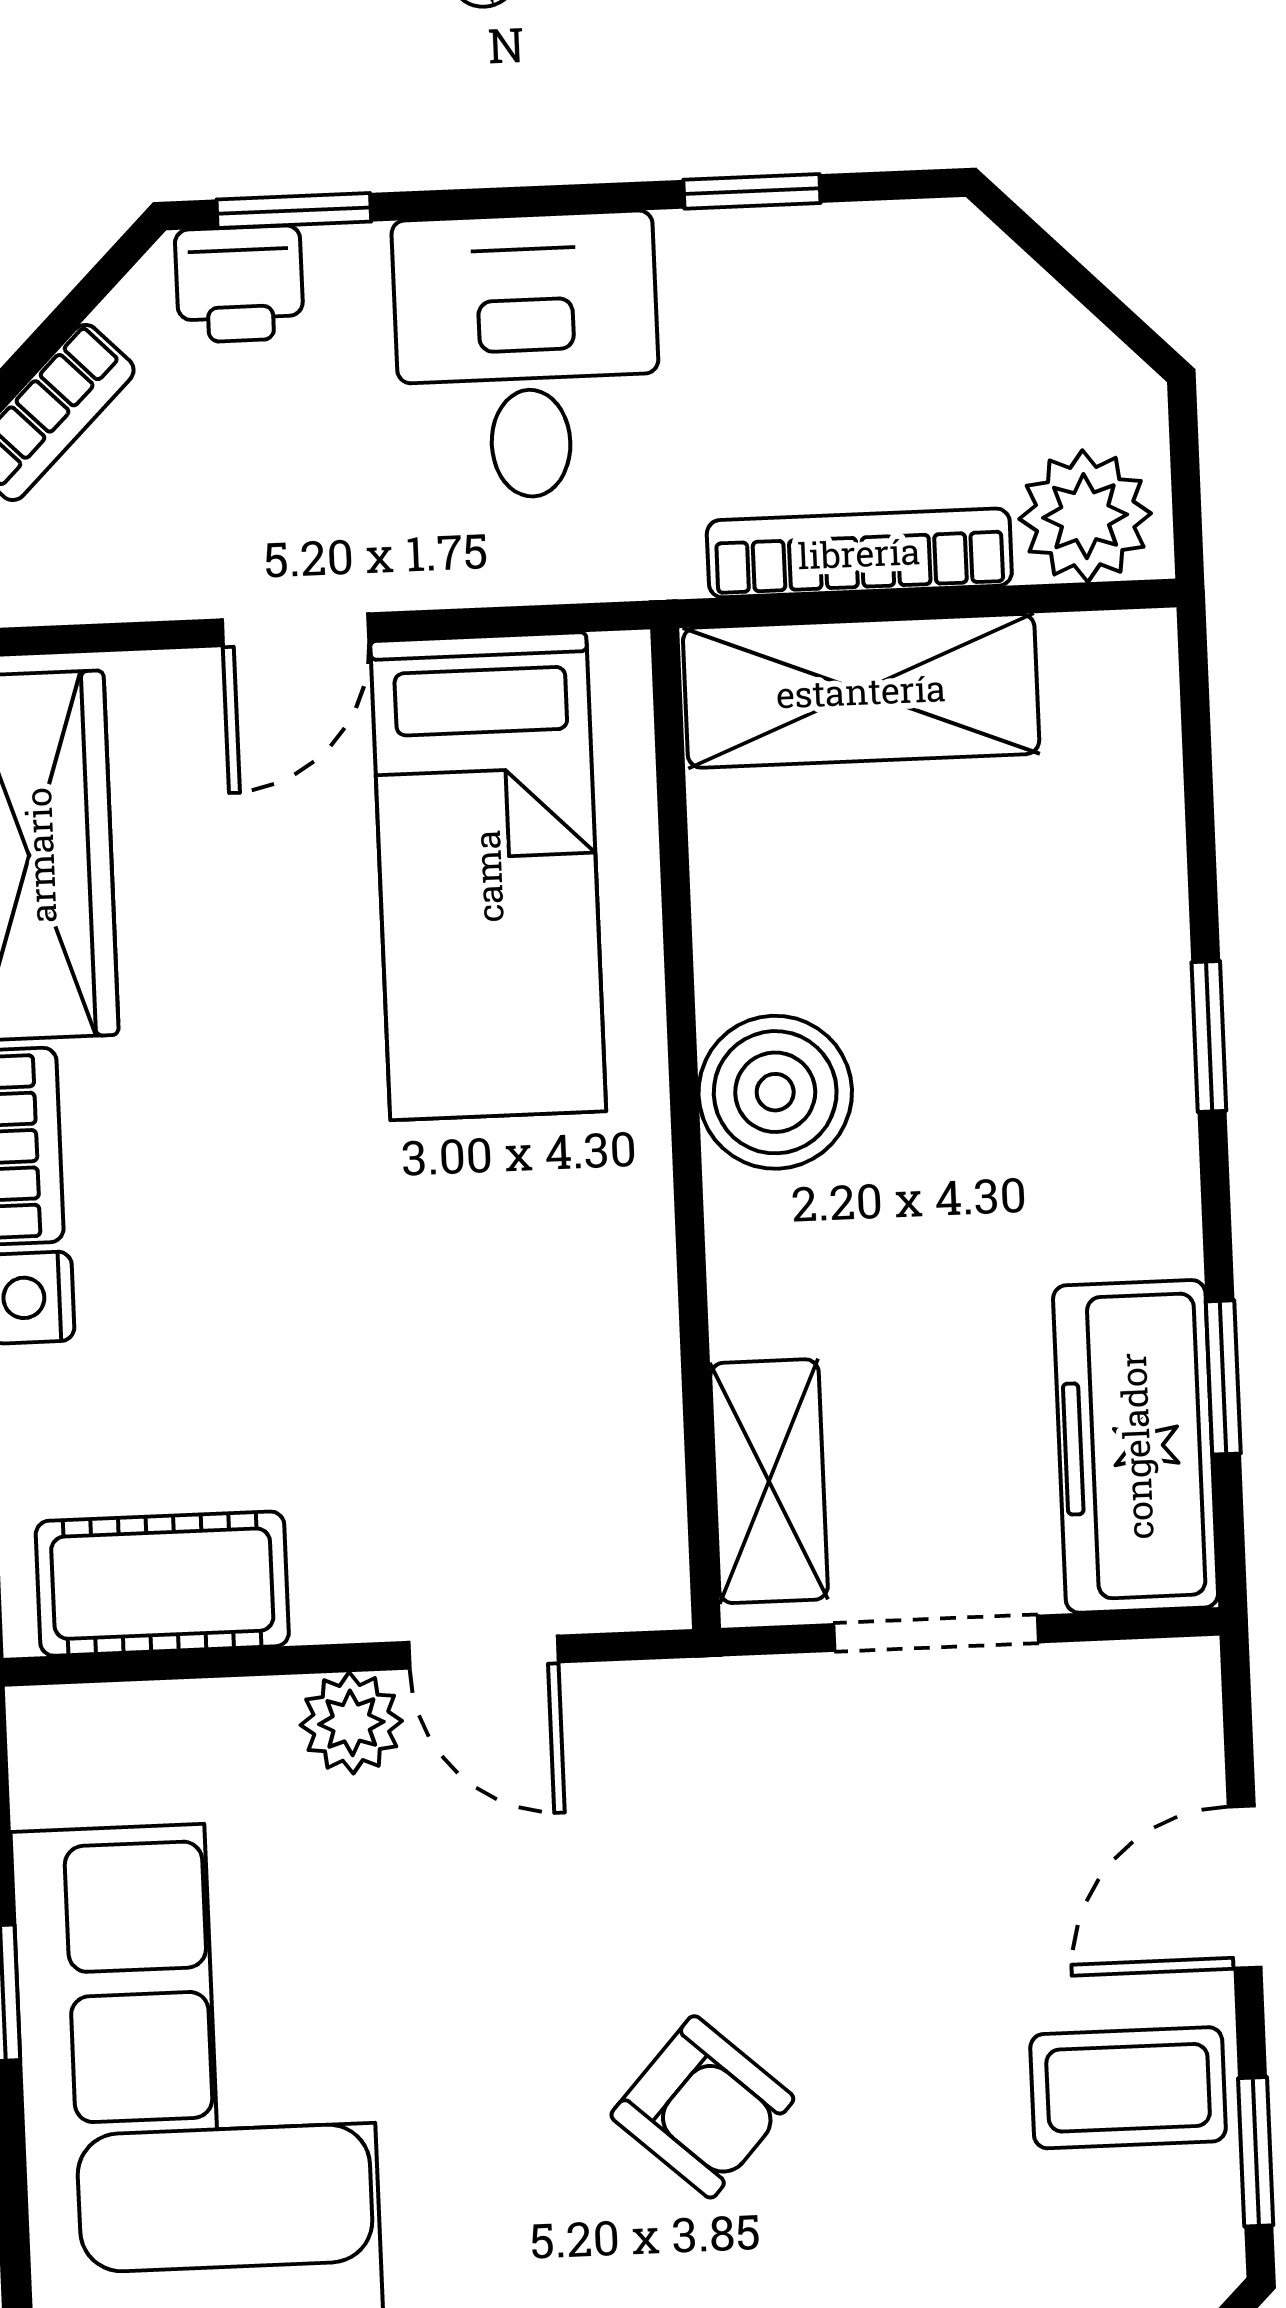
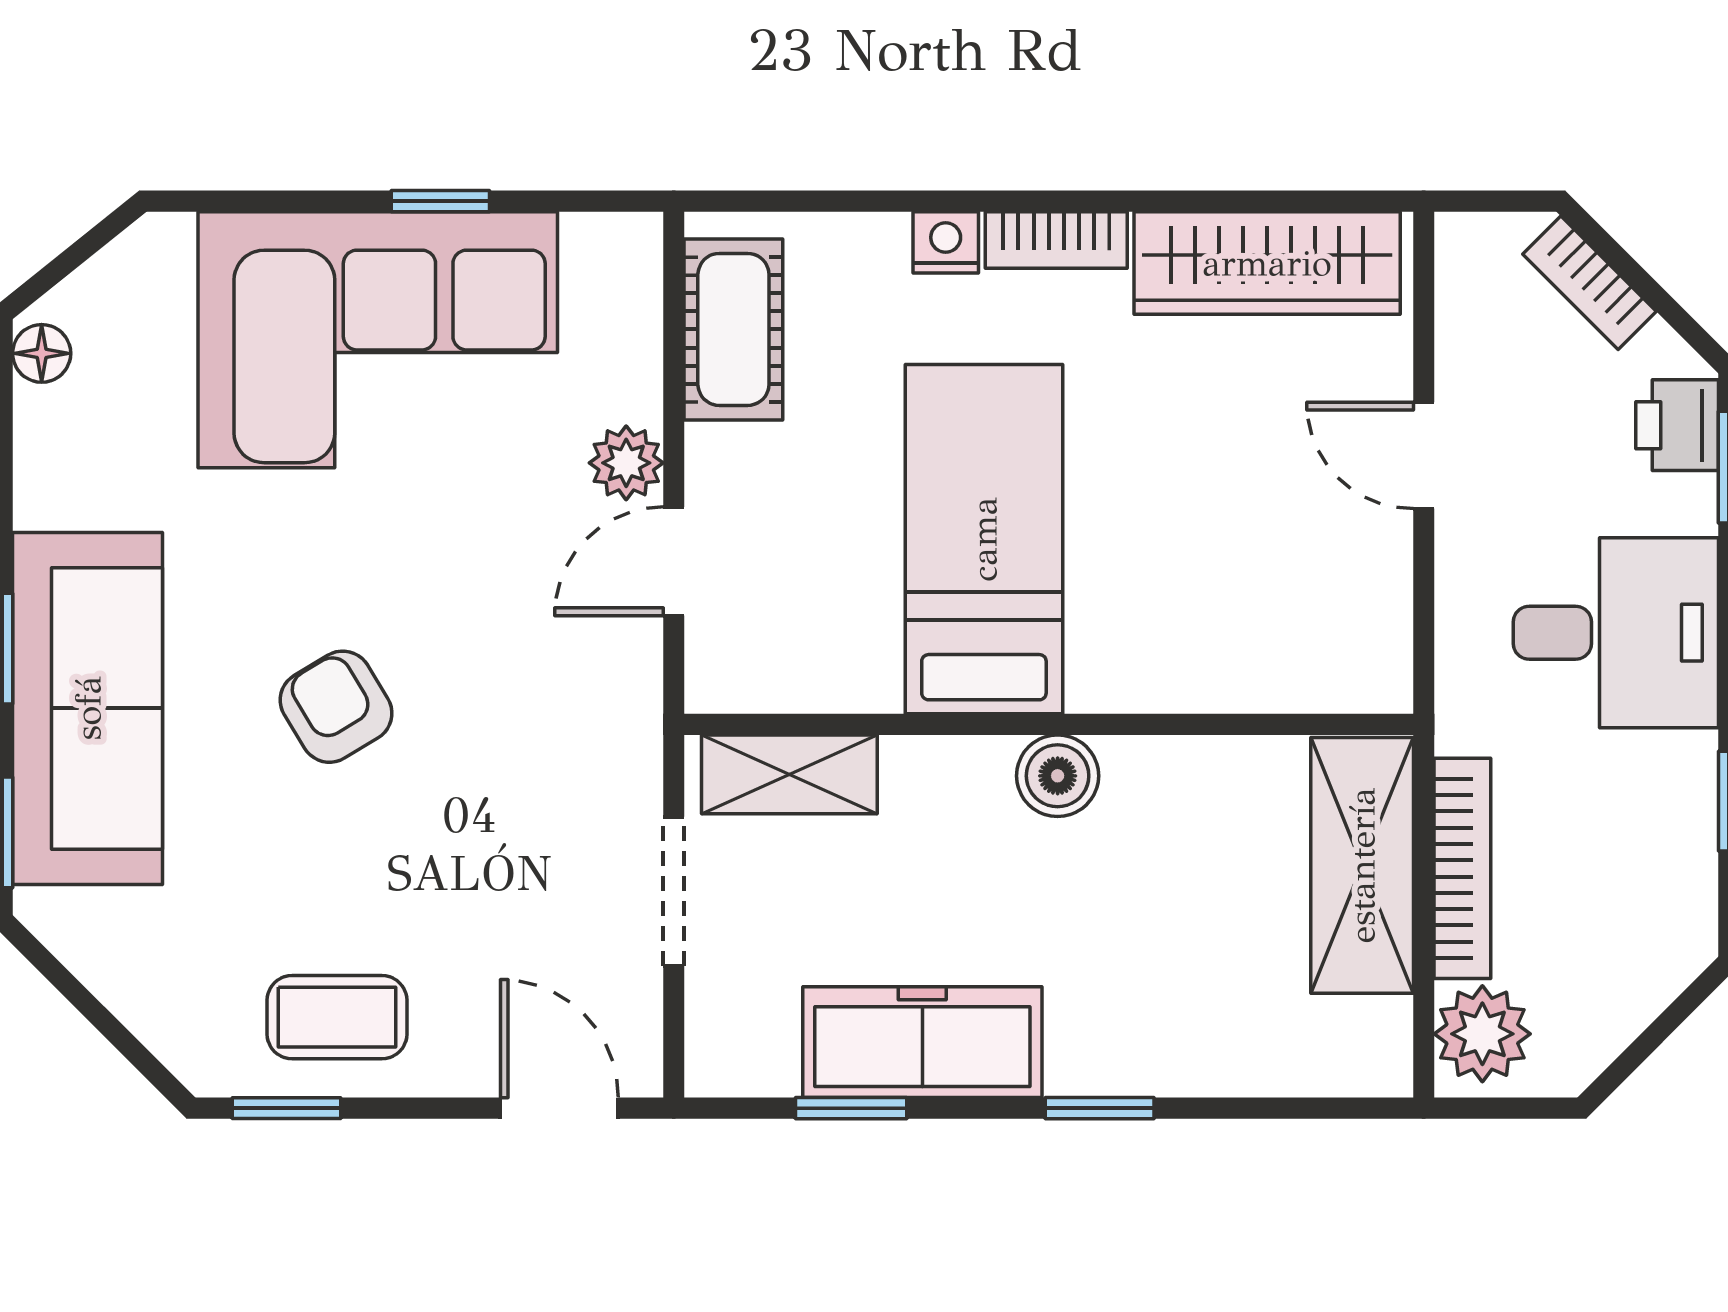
bed: (488, 876) -> (984, 539), moved, turned 90
boiler: (775, 1092) -> (1058, 776), width x0.73, depth x0.73
freezer: (1136, 1446) -> (922, 1042), moved
door: (1245, 1887) -> (559, 1108), moved
coffee table: (1128, 2088) -> (337, 1017), turned 90
armchair: (702, 2107) -> (336, 707), turned 107

